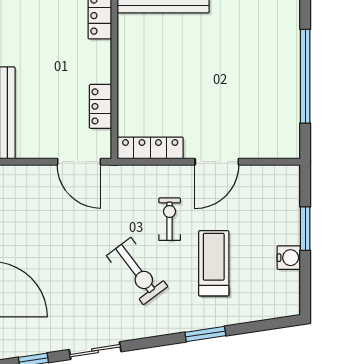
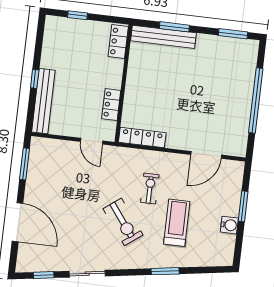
door: (79, 162) -> (92, 141), width x0.73
door: (217, 162) -> (206, 155), moved

